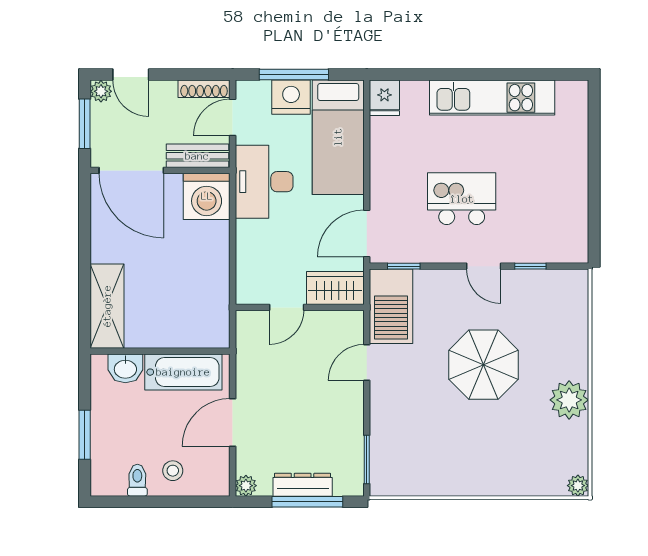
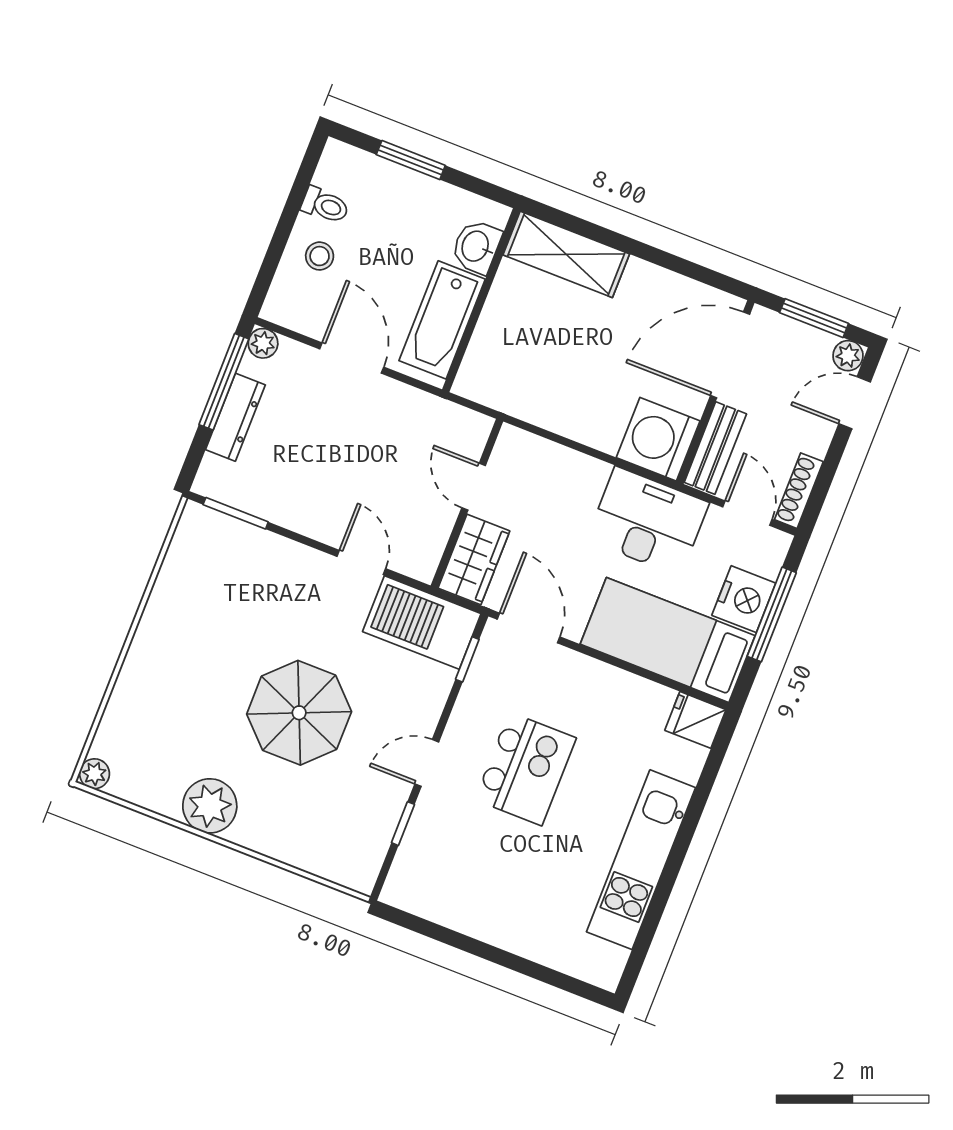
window: (307, 502) -> (224, 382), moved

